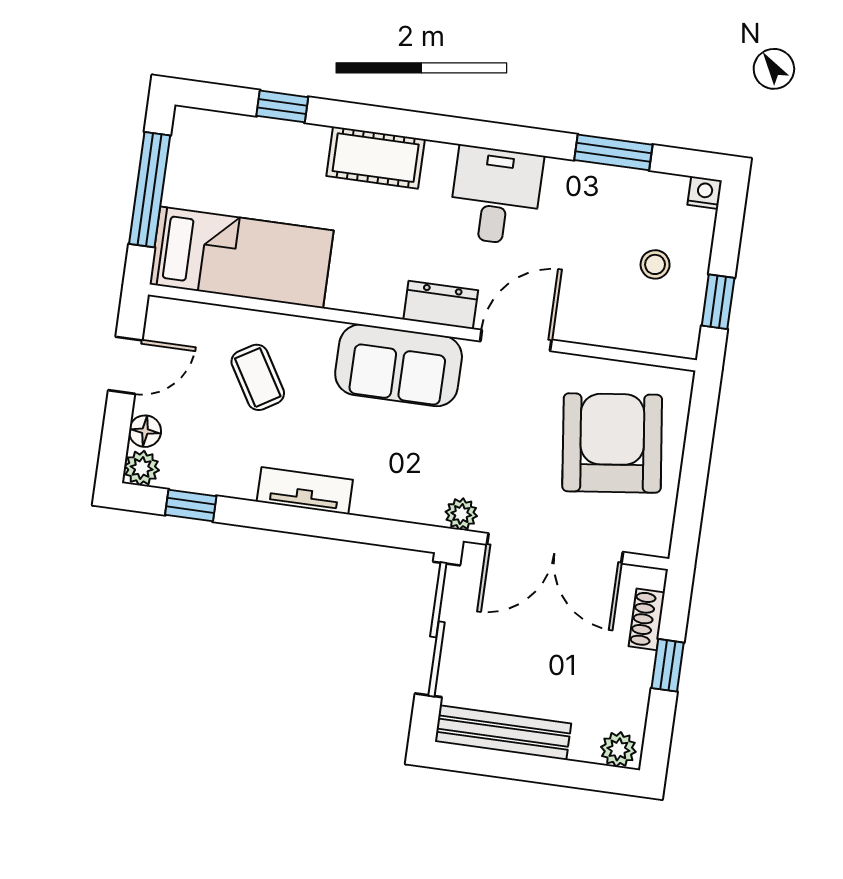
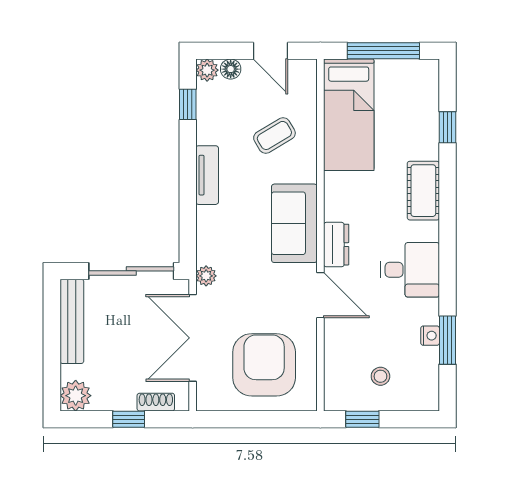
nightstand: (705, 193) -> (430, 336), moved
armchair: (612, 443) -> (264, 365), turned -83
plant: (618, 749) -> (76, 396), width x1.38, depth x1.38

